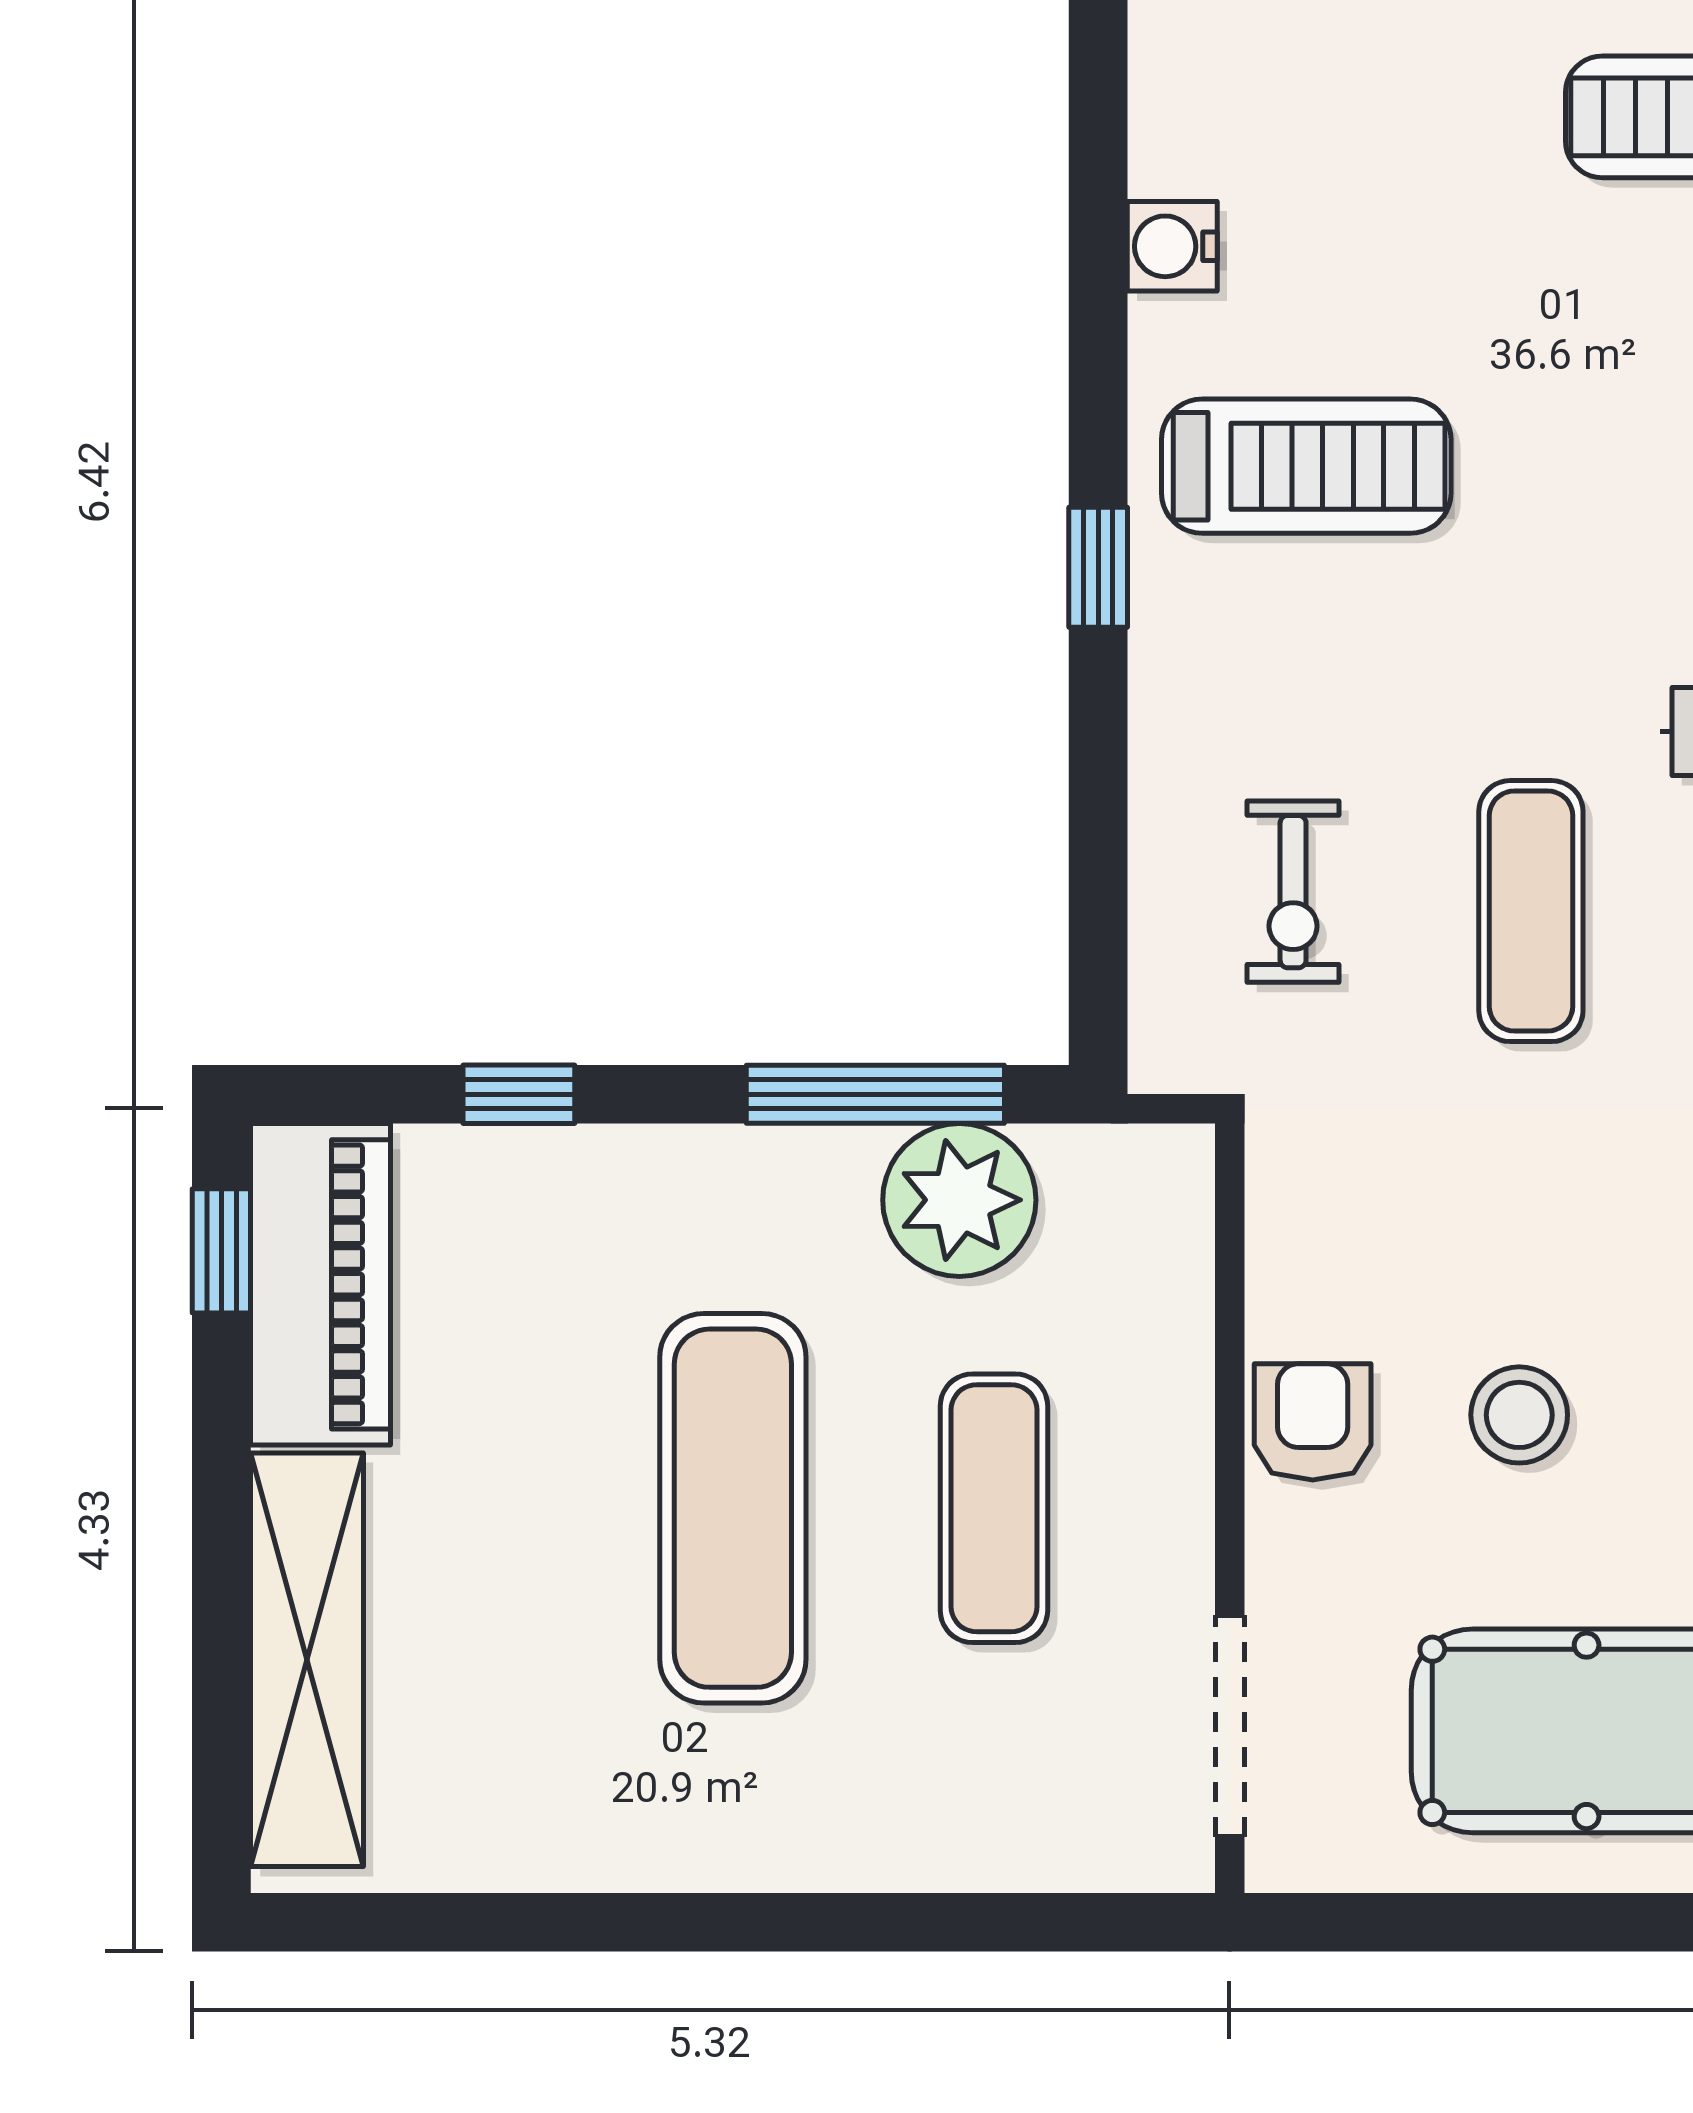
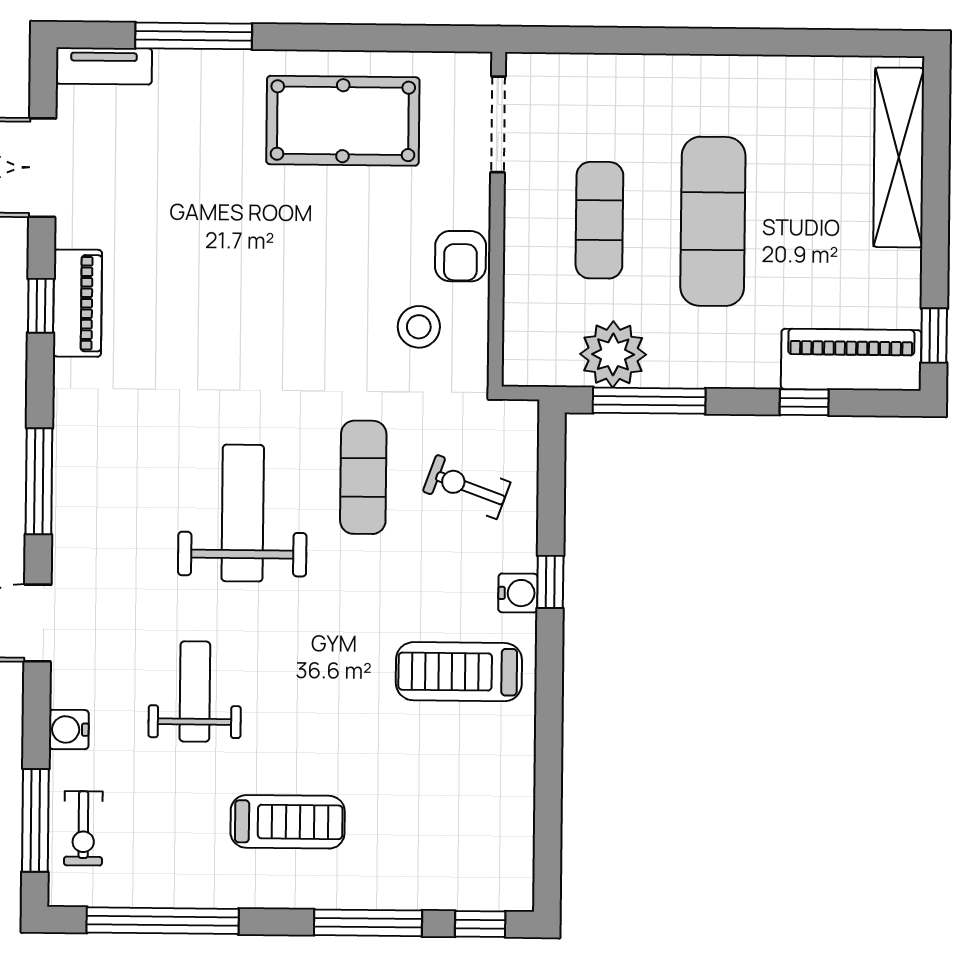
water cooler: (1172, 246) -> (518, 593), moved
window: (1098, 567) -> (550, 582), moved
exercise bike: (1293, 892) -> (467, 487), turned -70
piano: (321, 1284) -> (851, 360), moved, turned 90
stool: (1519, 1415) -> (419, 327), moved

